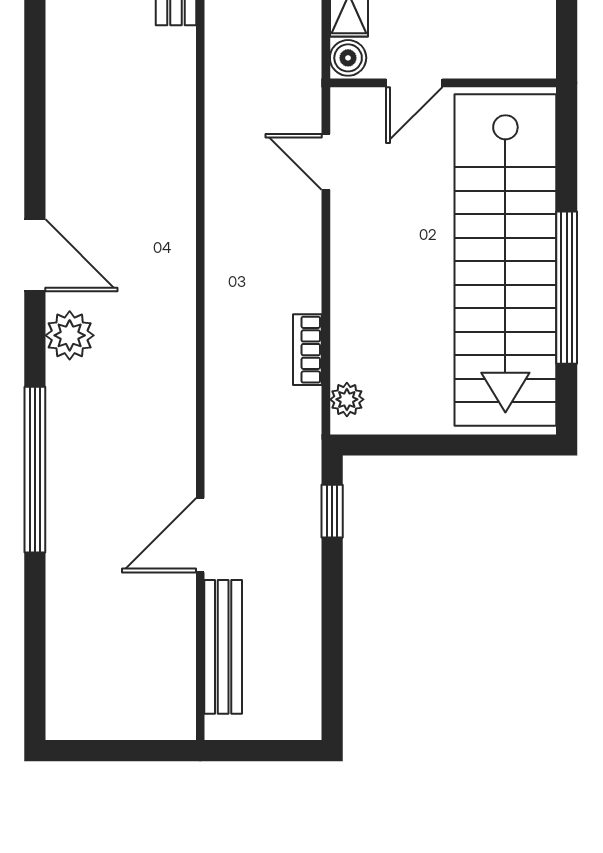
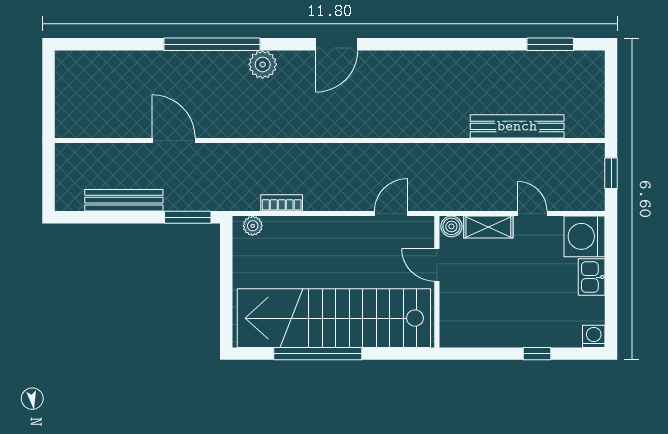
plant: (70, 335) -> (263, 64), moved
window: (332, 511) -> (188, 217), width x1.50
bench: (223, 647) -> (124, 200), moved

